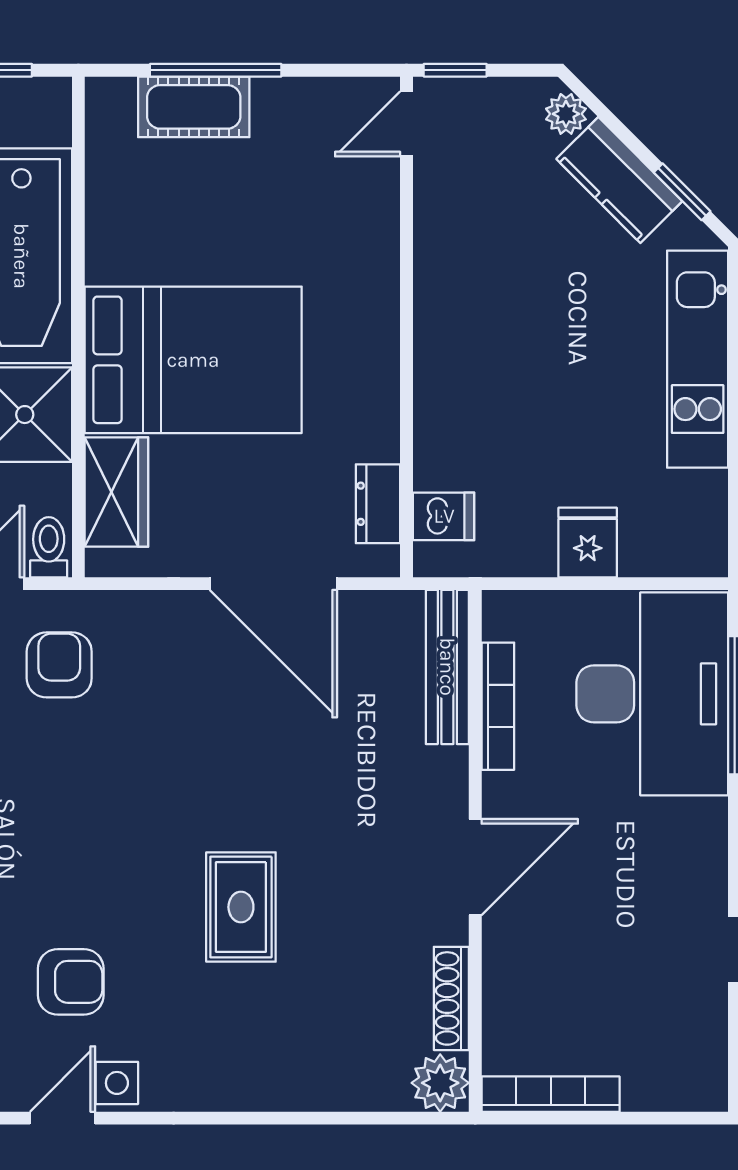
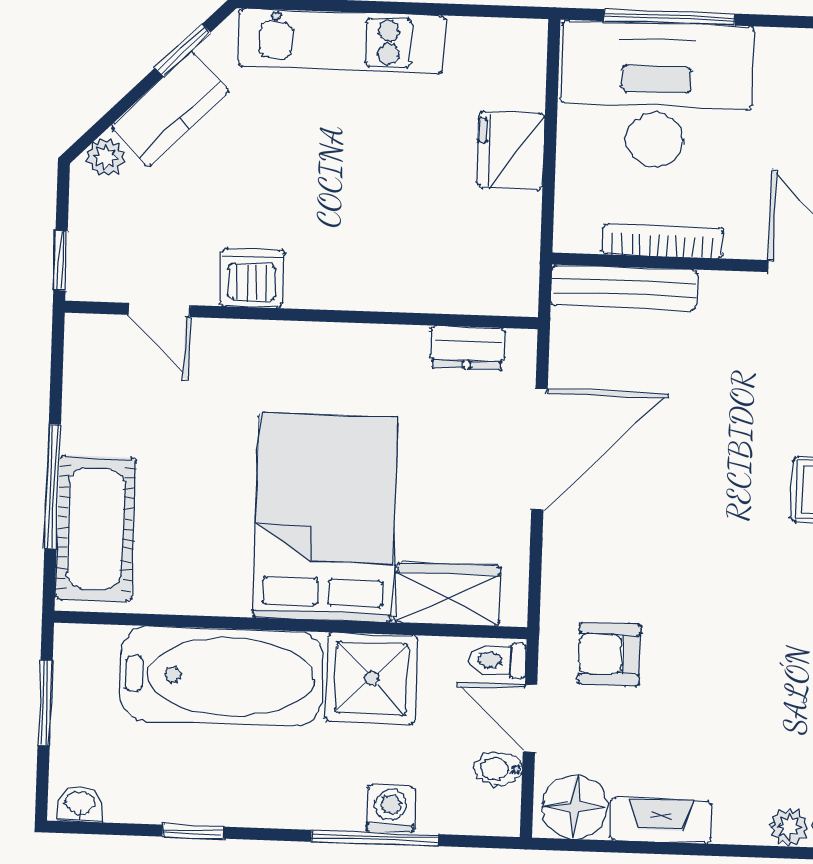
cot: (194, 107) -> (95, 528), width x1.37, depth x1.34
door: (406, 124) -> (159, 310), moved
dishwasher: (444, 516) -> (252, 278), moved, width x1.38
fridge: (588, 542) -> (511, 151), width x1.38

